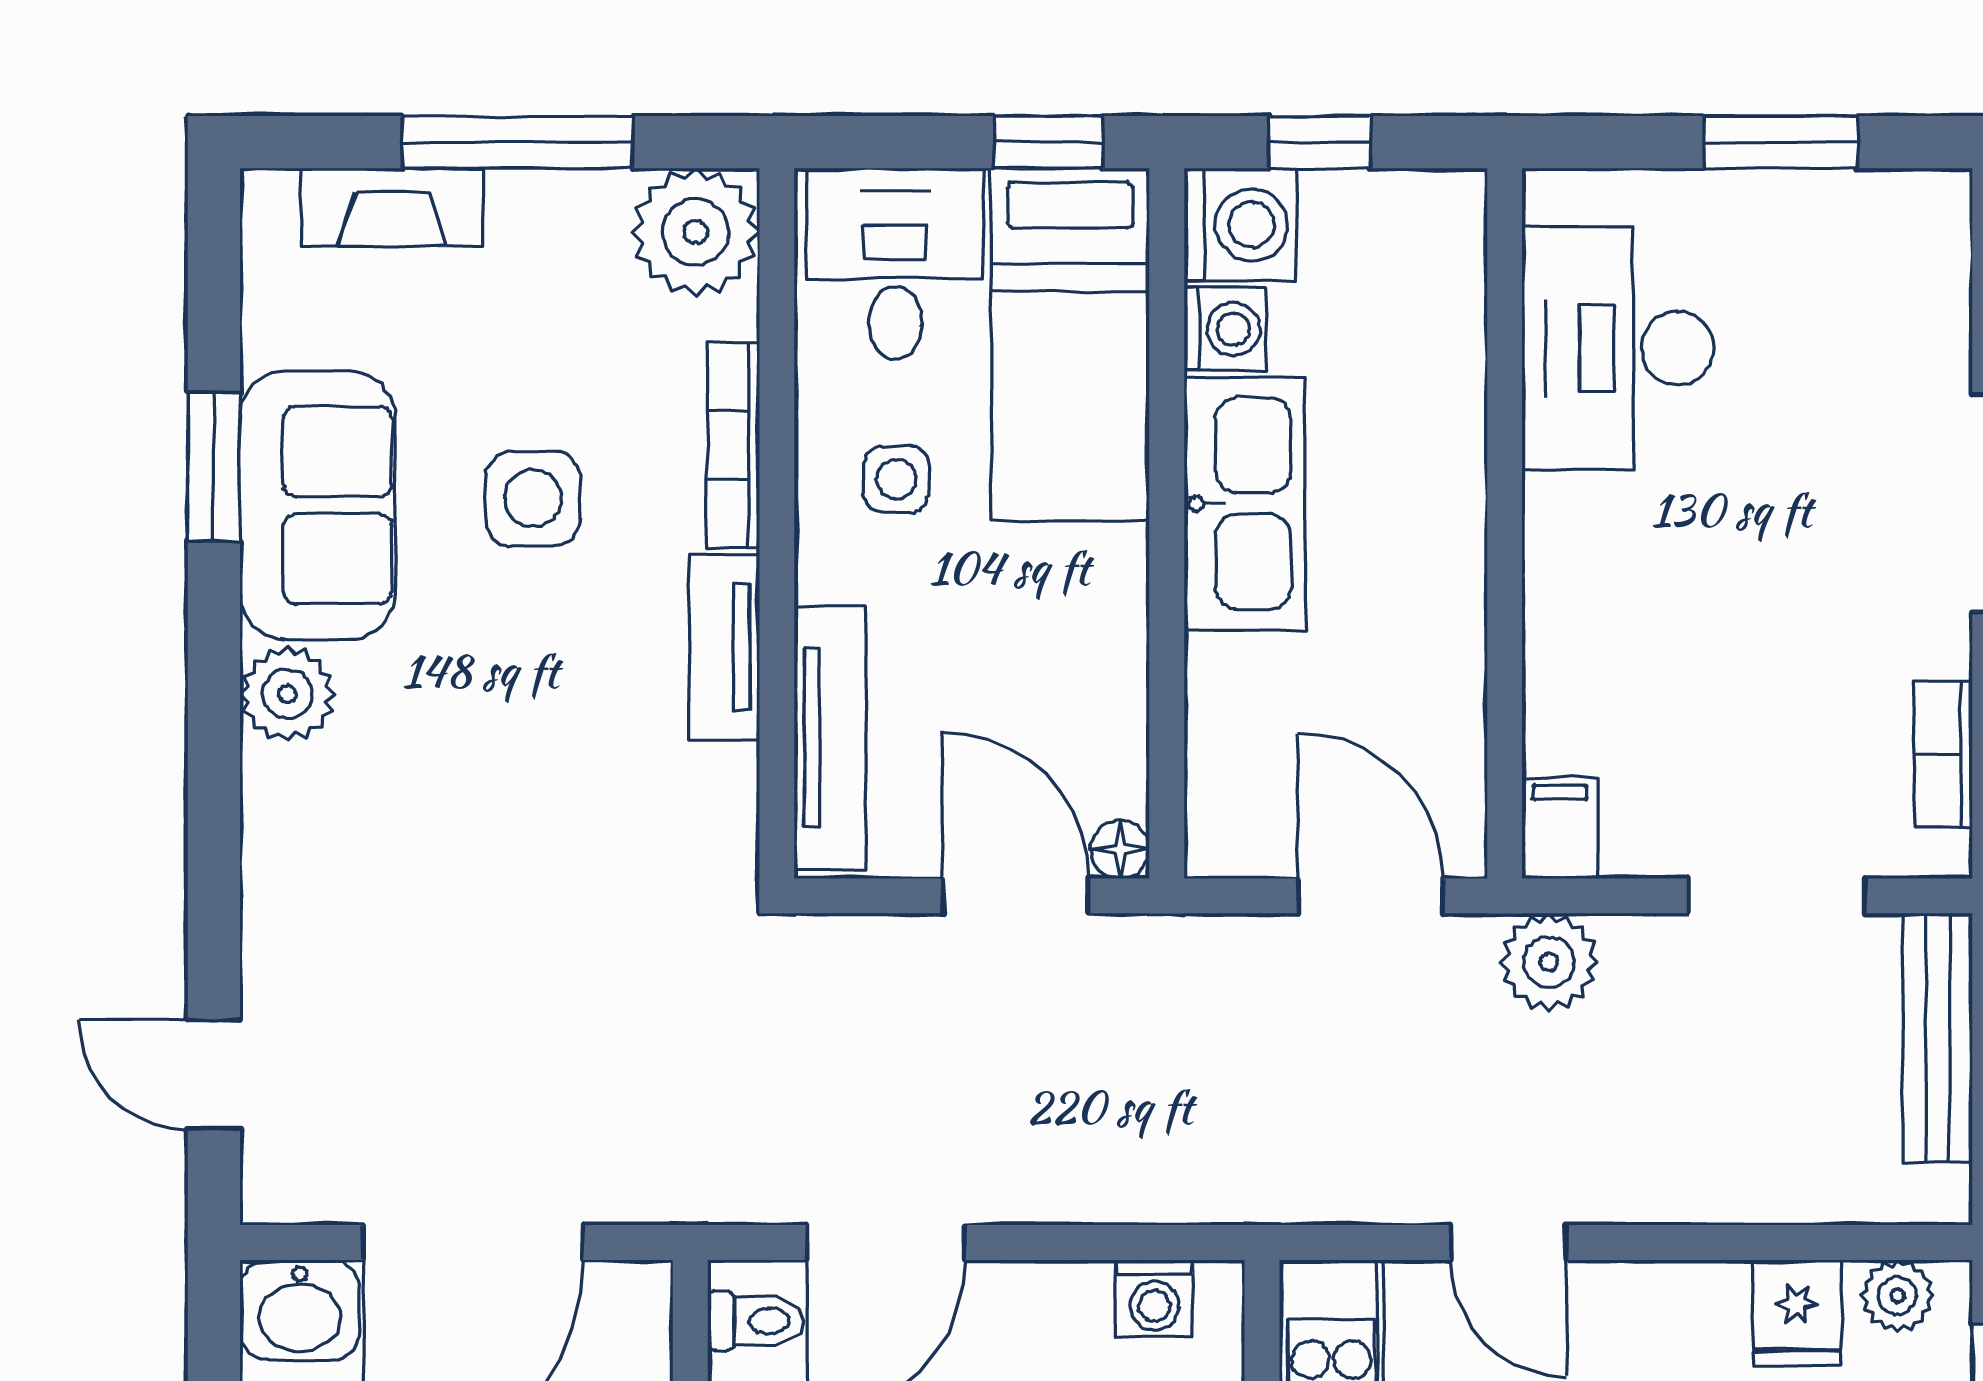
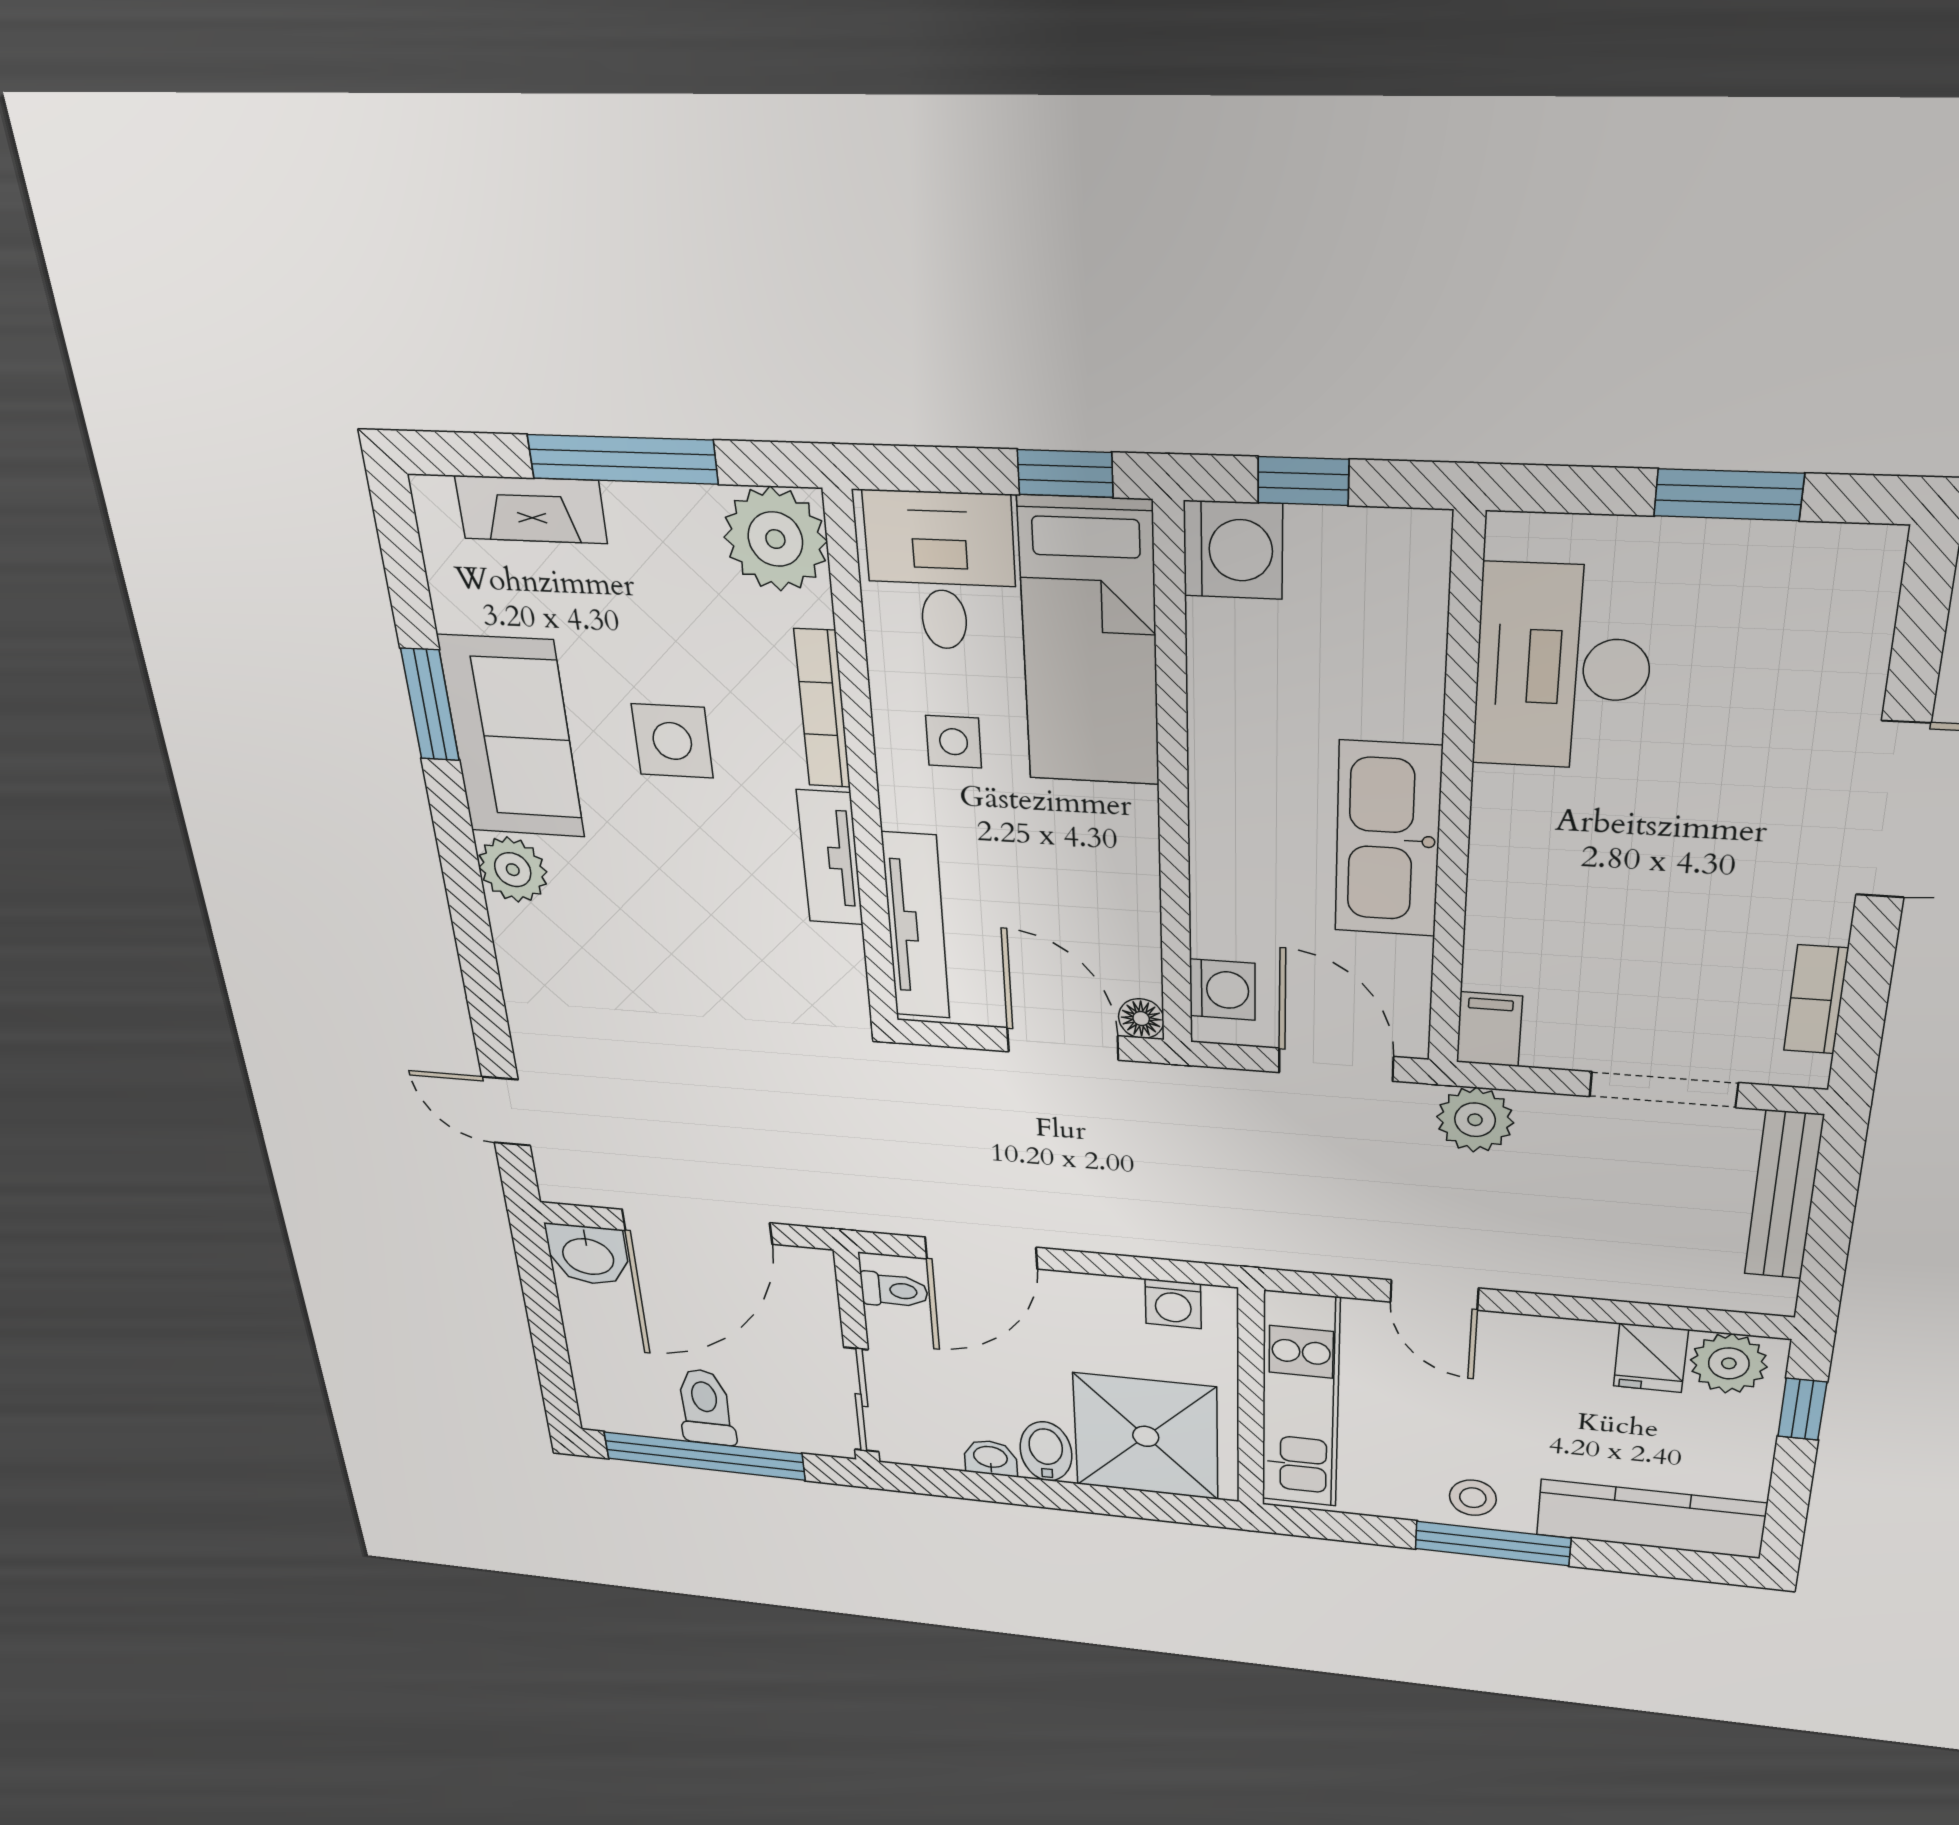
washing machine: (1225, 329) -> (1222, 990), moved
kitchen sink: (1245, 504) -> (1388, 840), moved, turned 180
plant: (1897, 1296) -> (1729, 1363), width x1.38, depth x1.38

